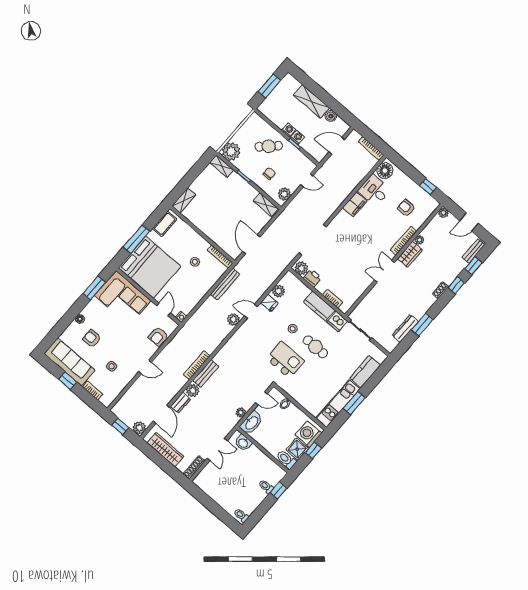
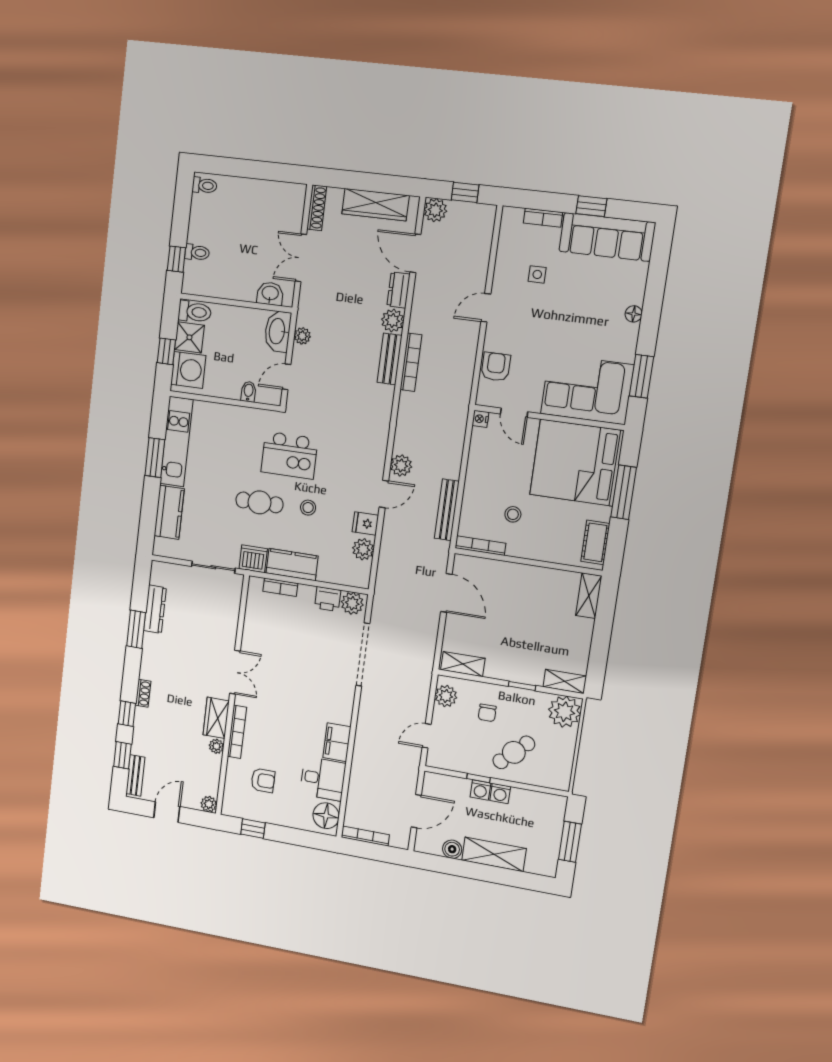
armchair: (92, 339) -> (595, 297), removed

